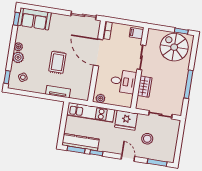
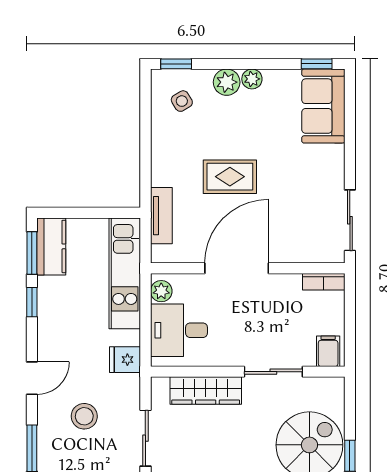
door: (98, 52) -> (237, 268), moved
desk: (123, 81) -> (179, 330), moved, turned 90
wardrobe: (145, 87) -> (206, 391), width x1.50
tv unit: (58, 92) -> (161, 216), moved
fridge: (126, 120) -> (125, 360), width x0.53, depth x0.75
kitchen counter: (81, 142) -> (51, 246), width x0.67

